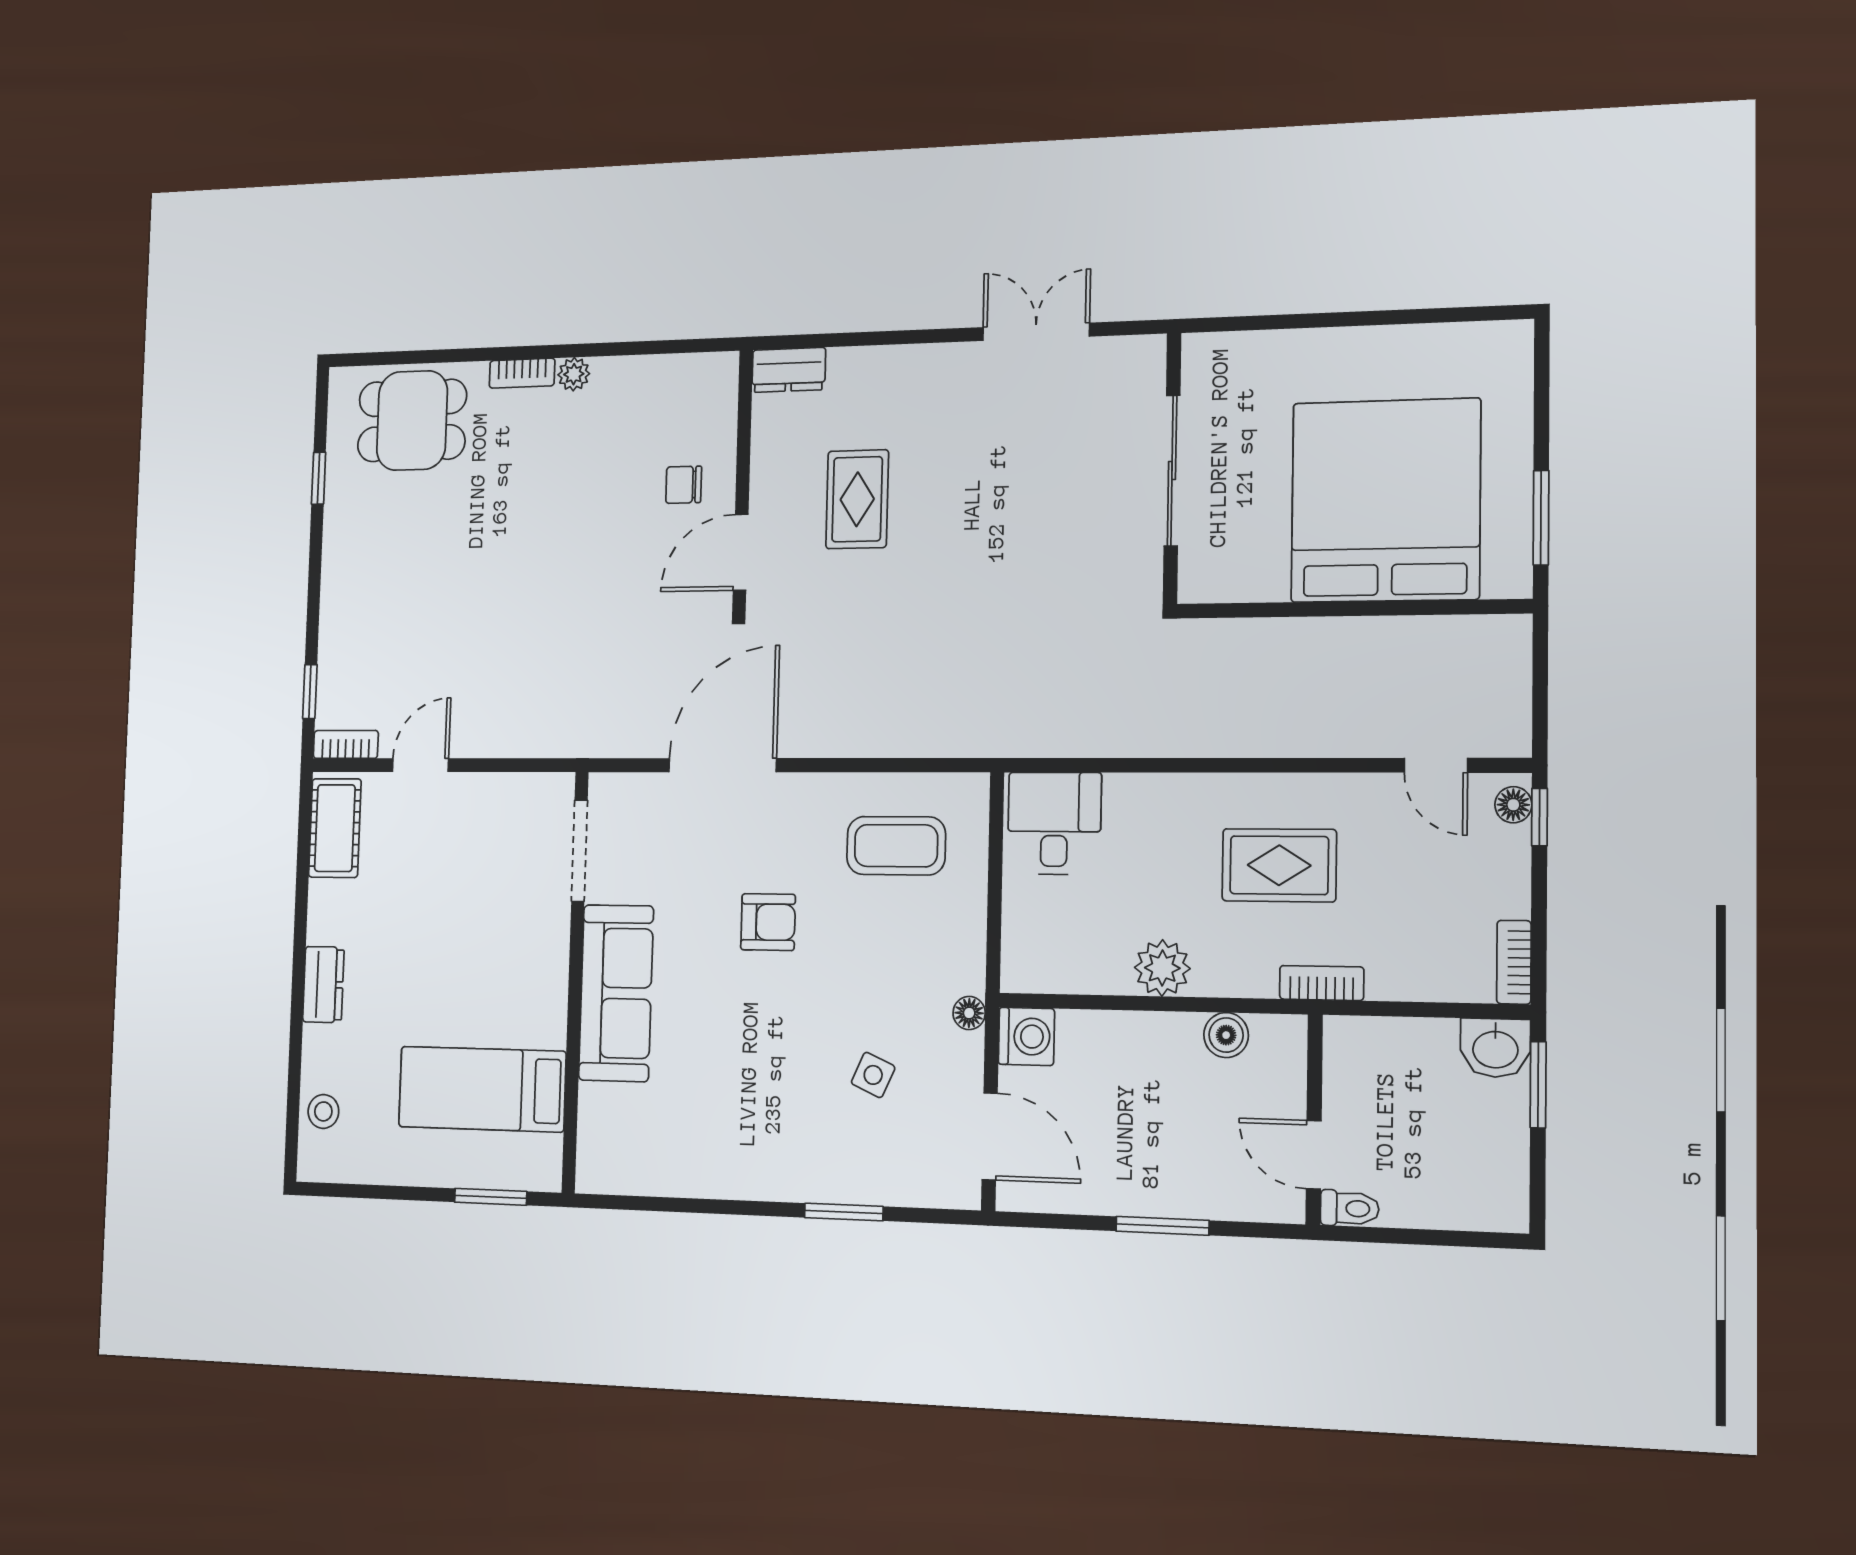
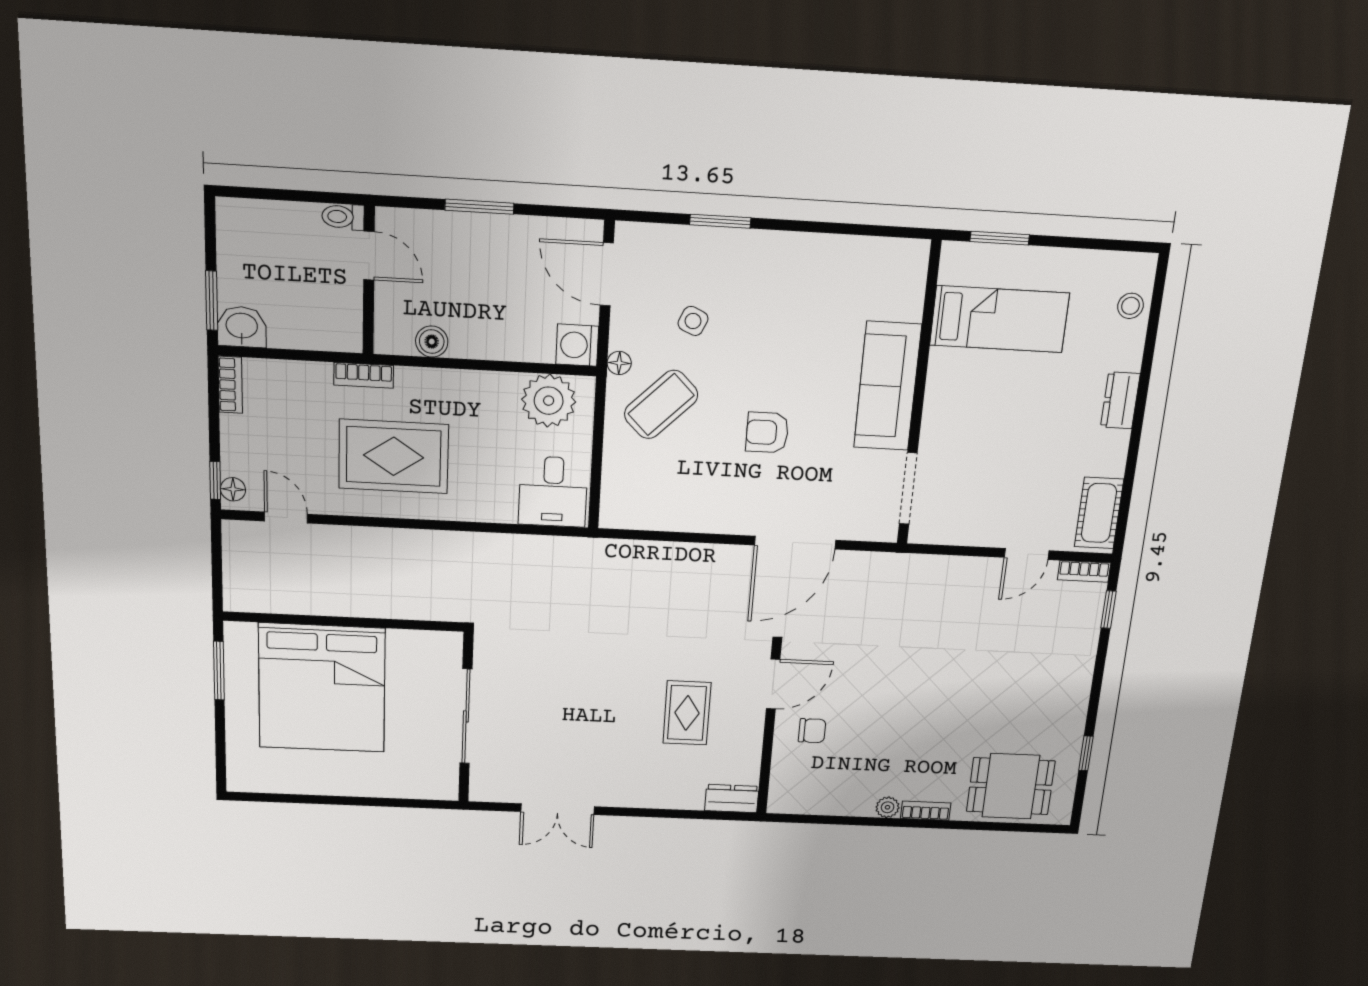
coffee table: (896, 846) -> (661, 405), moved, turned -45
rug: (1279, 865) -> (394, 456), width x1.36, depth x1.43
plant: (1162, 968) -> (549, 401), moved, width x1.36, depth x1.36

